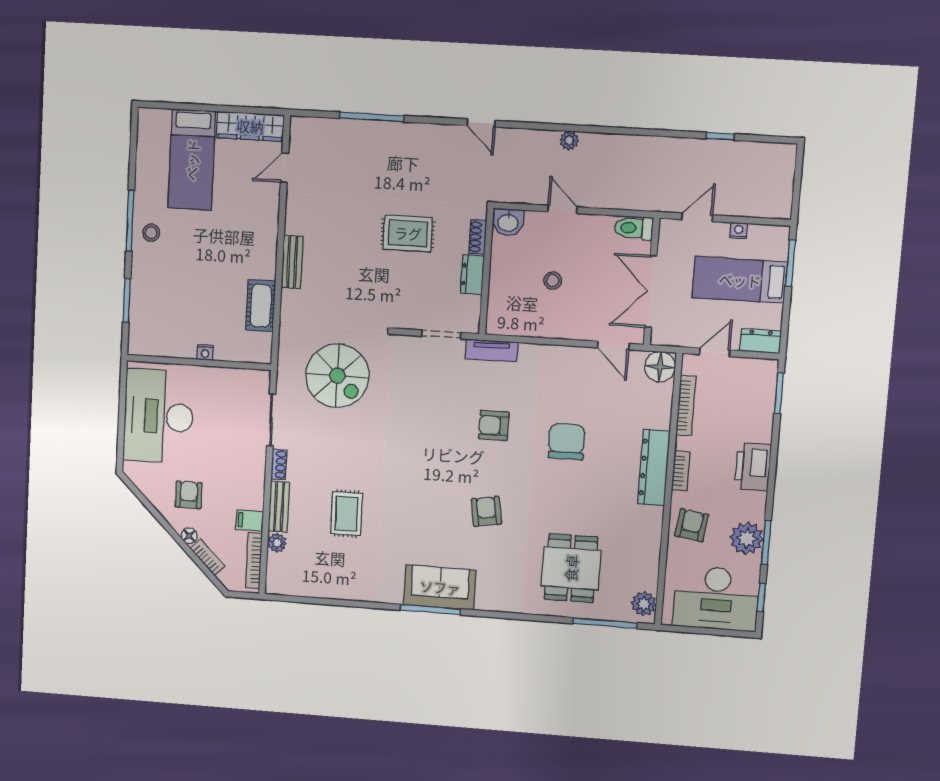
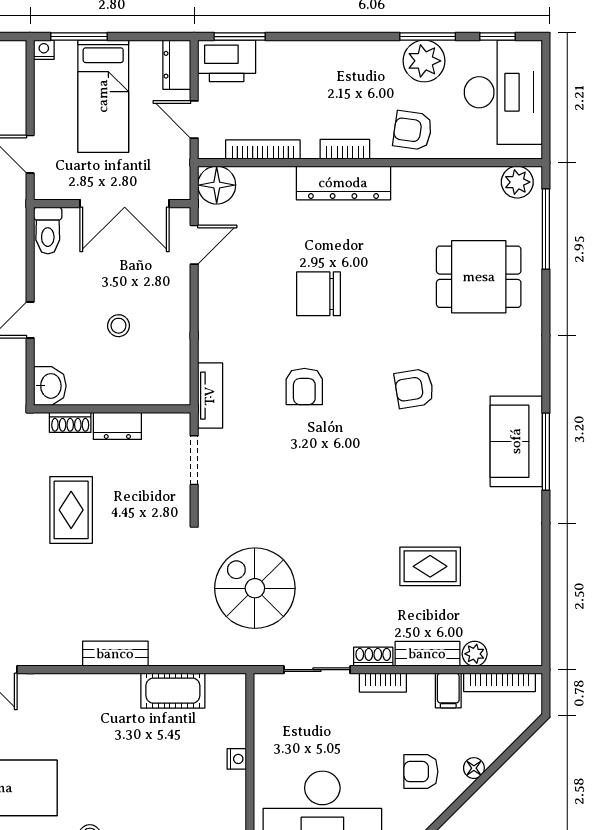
nightstand: (739, 231) -> (44, 50), moved, turned 90
spiral stairs: (337, 376) -> (255, 588), turned -90
printer: (753, 467) -> (227, 61), moved
bookcase: (207, 557) -> (383, 683), moved, turned -135

